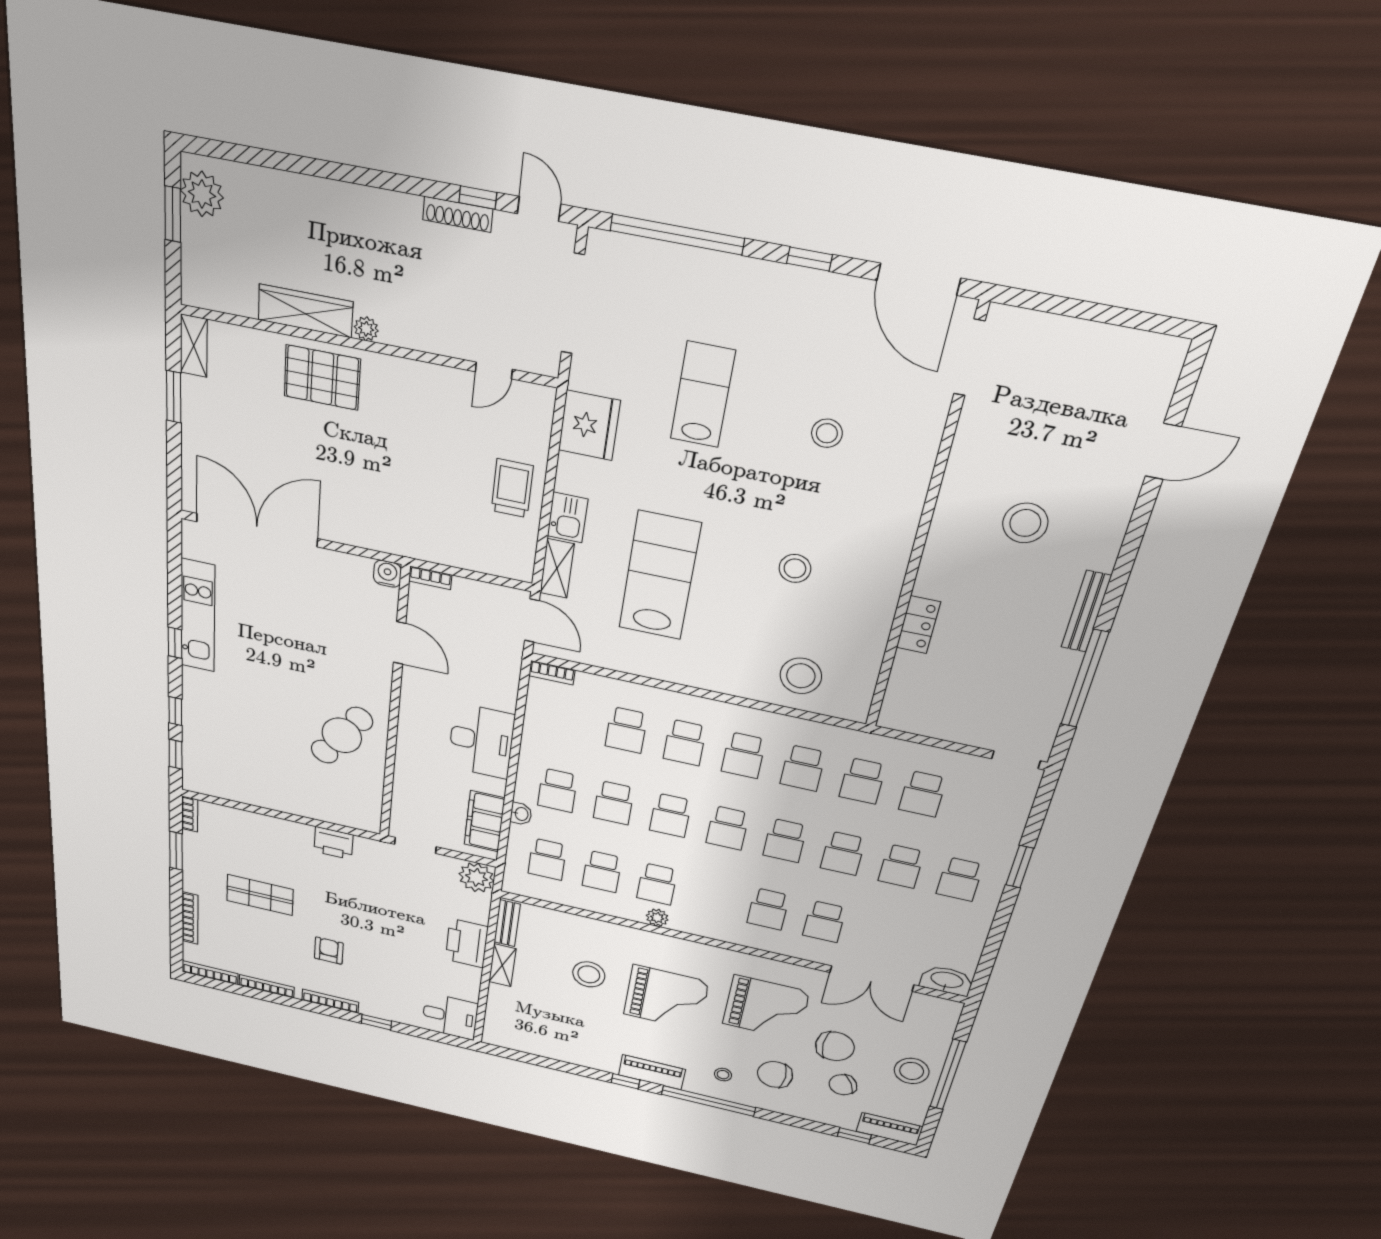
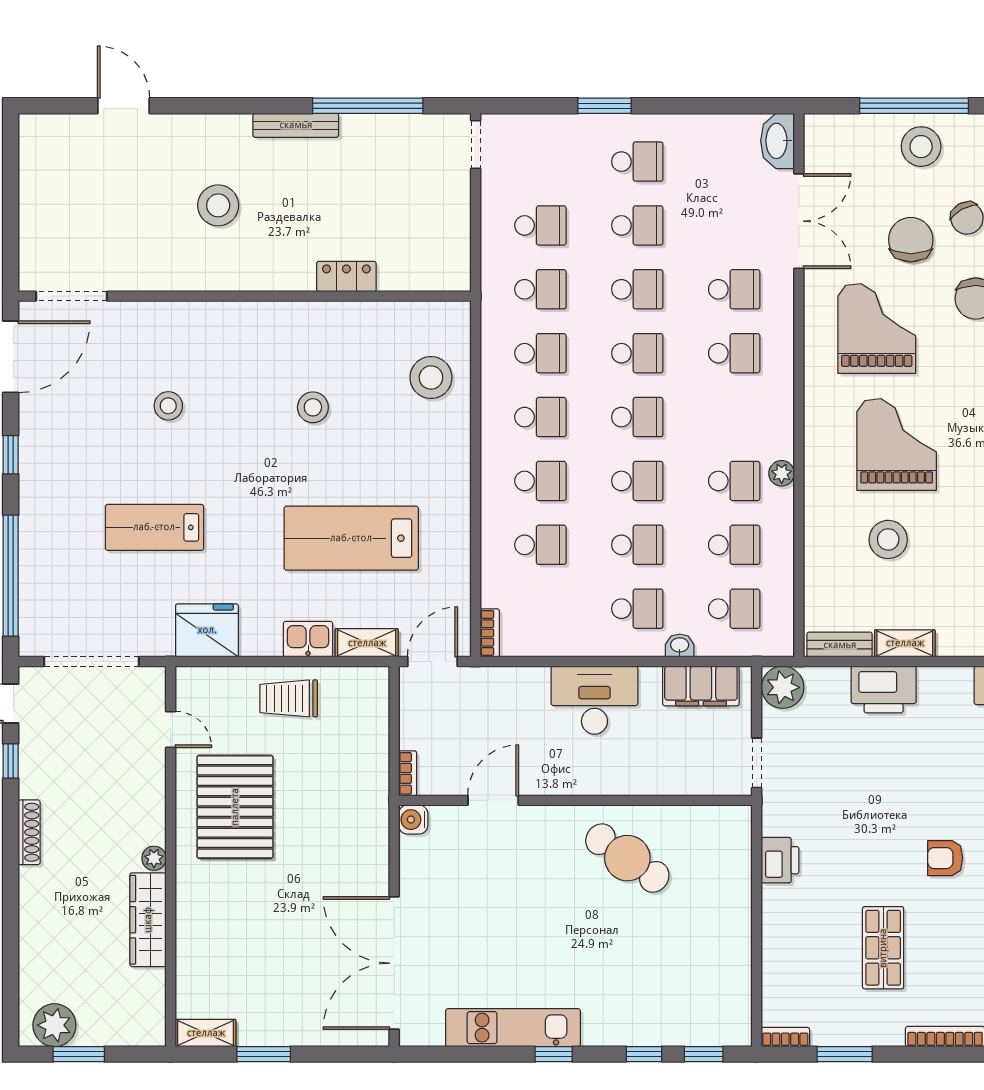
shoe rack: (458, 214) -> (29, 832), moved
pallet: (322, 378) -> (235, 807), moved, width x1.37, depth x1.41

